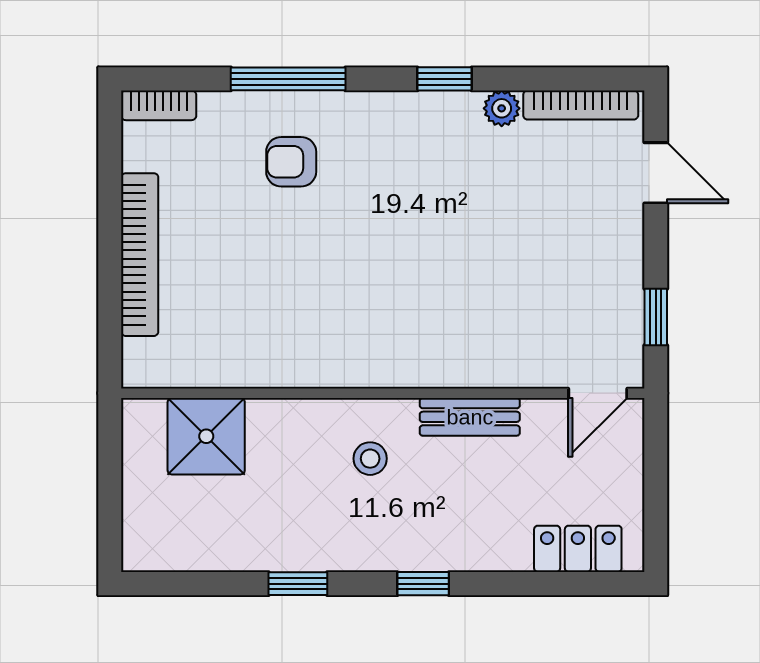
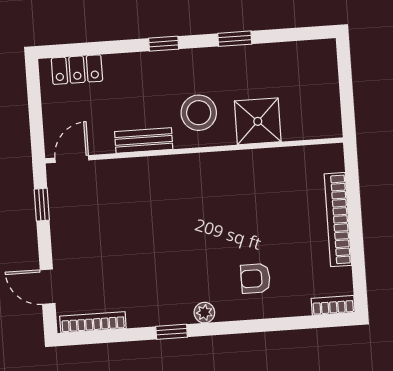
window: (288, 79) -> (260, 326), removed
plant: (502, 108) -> (204, 313), moved
armchair: (291, 162) -> (255, 278), turned 180
shower: (206, 436) -> (258, 121), moved
stool: (370, 459) -> (199, 113), width x1.89, depth x1.89

